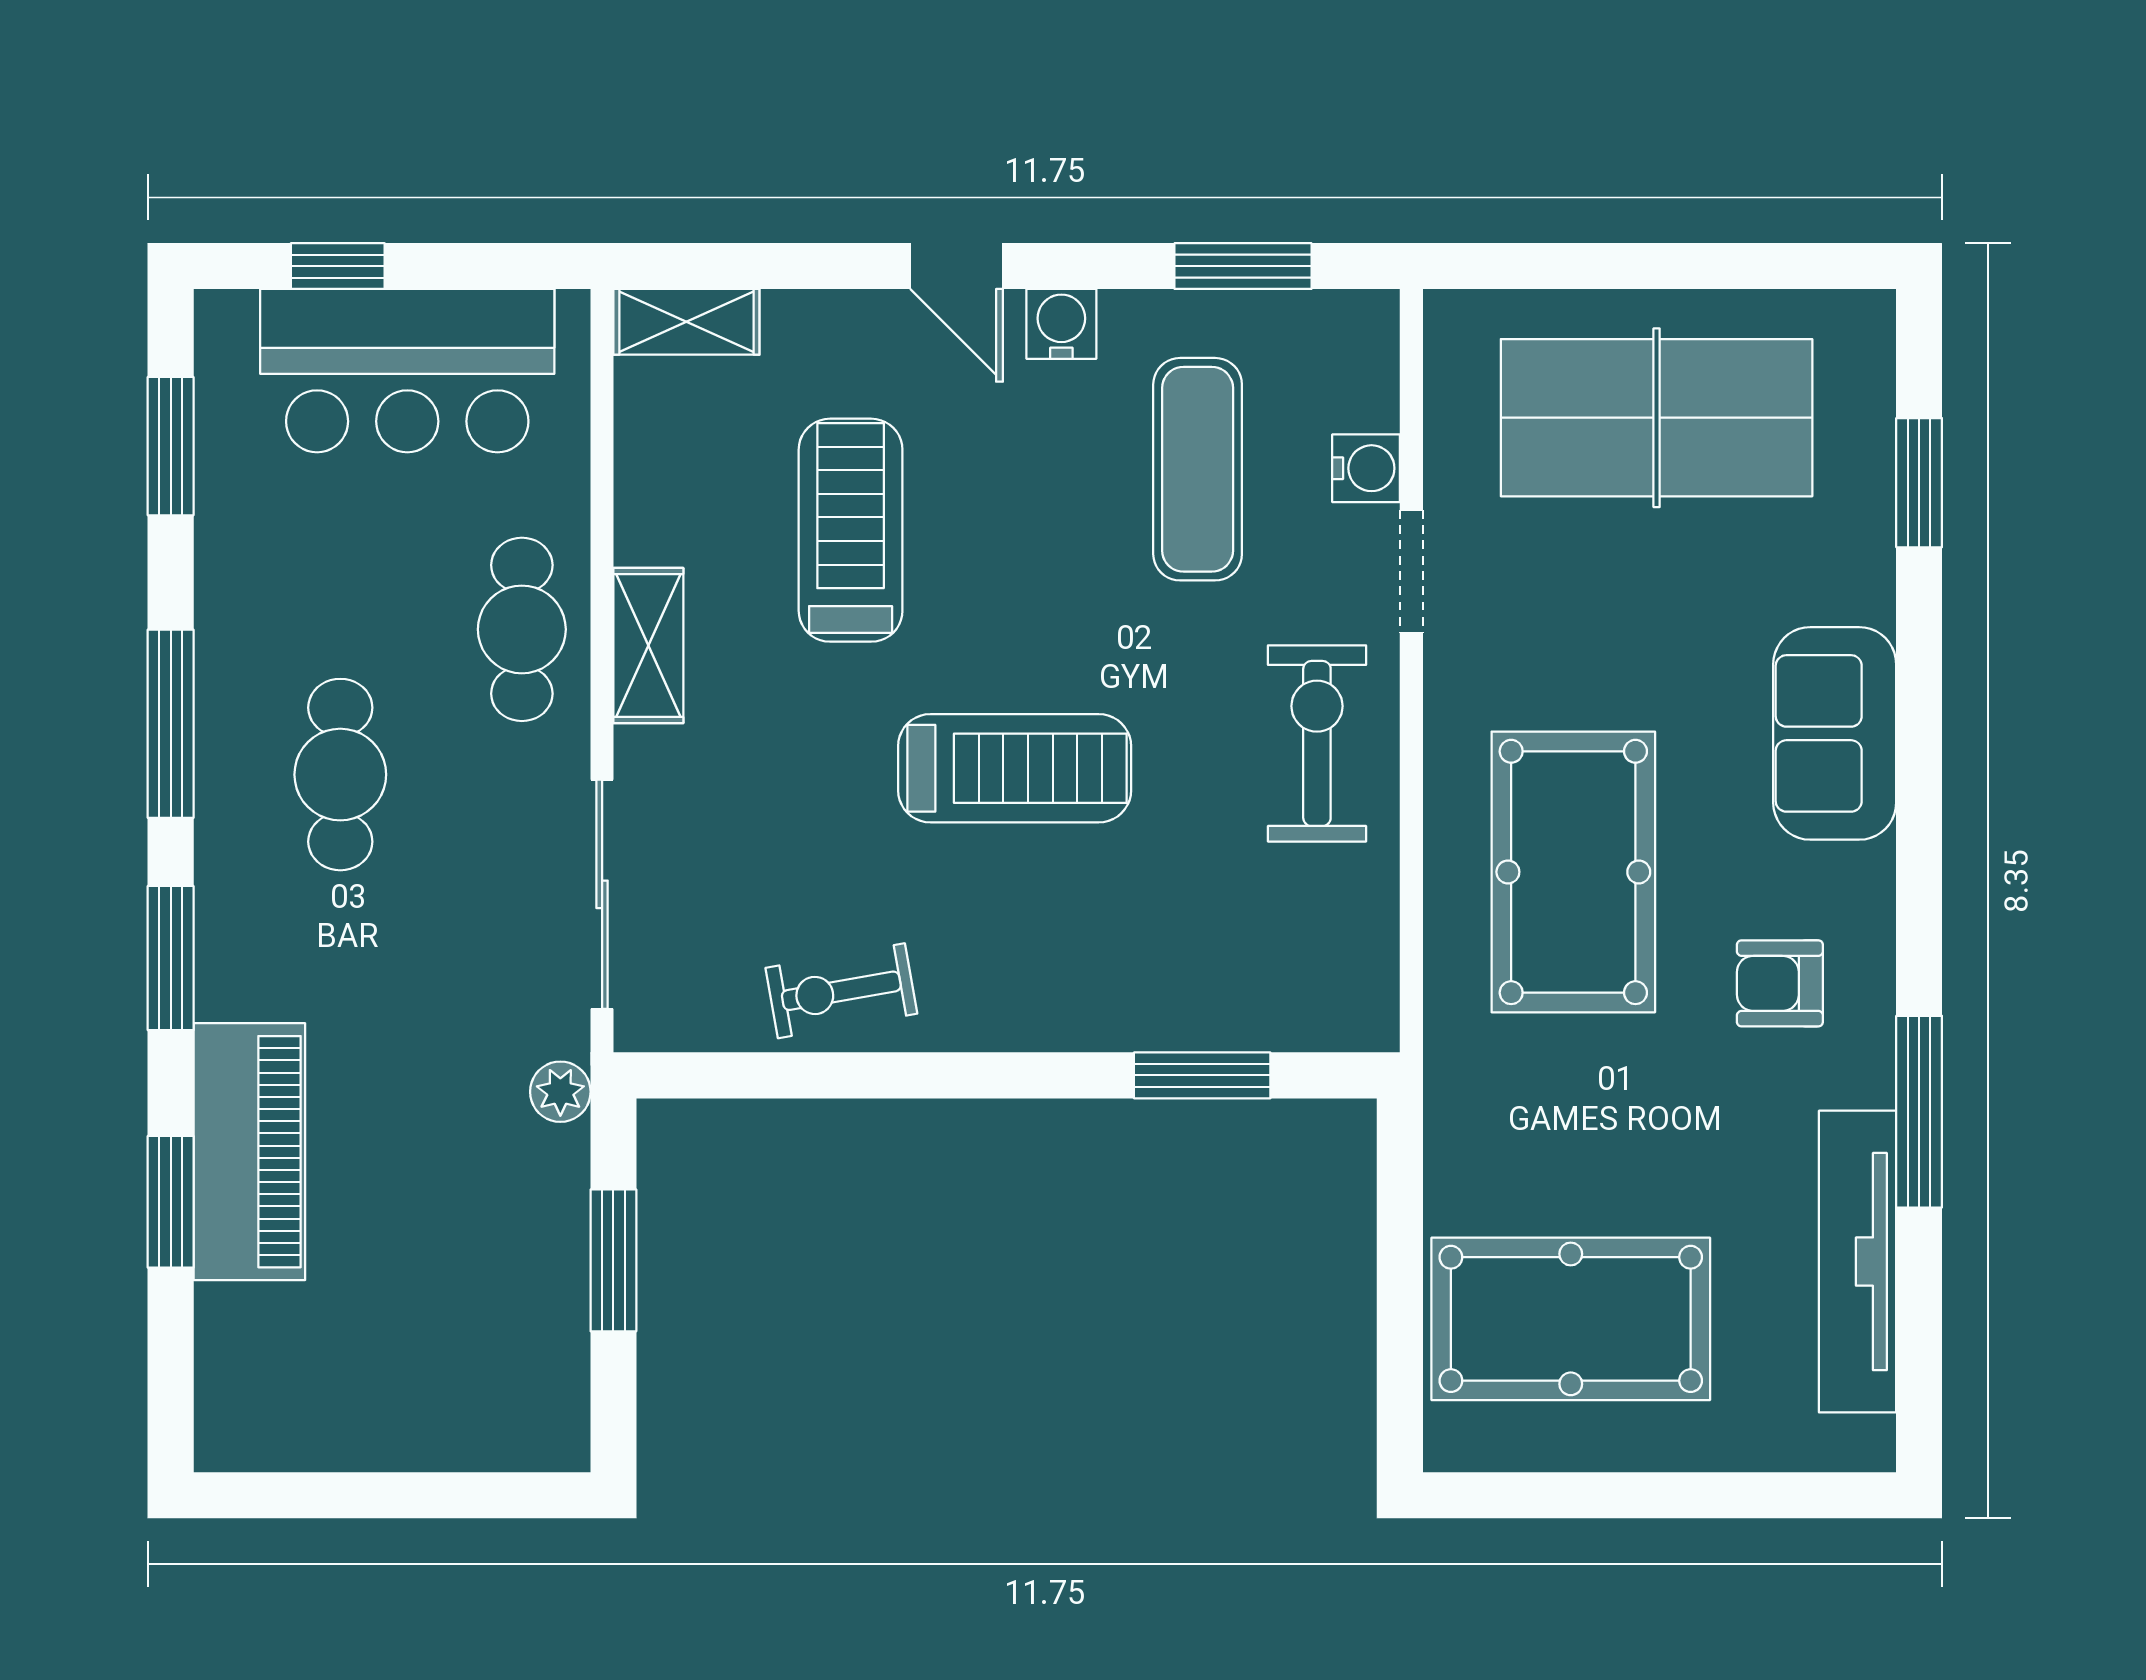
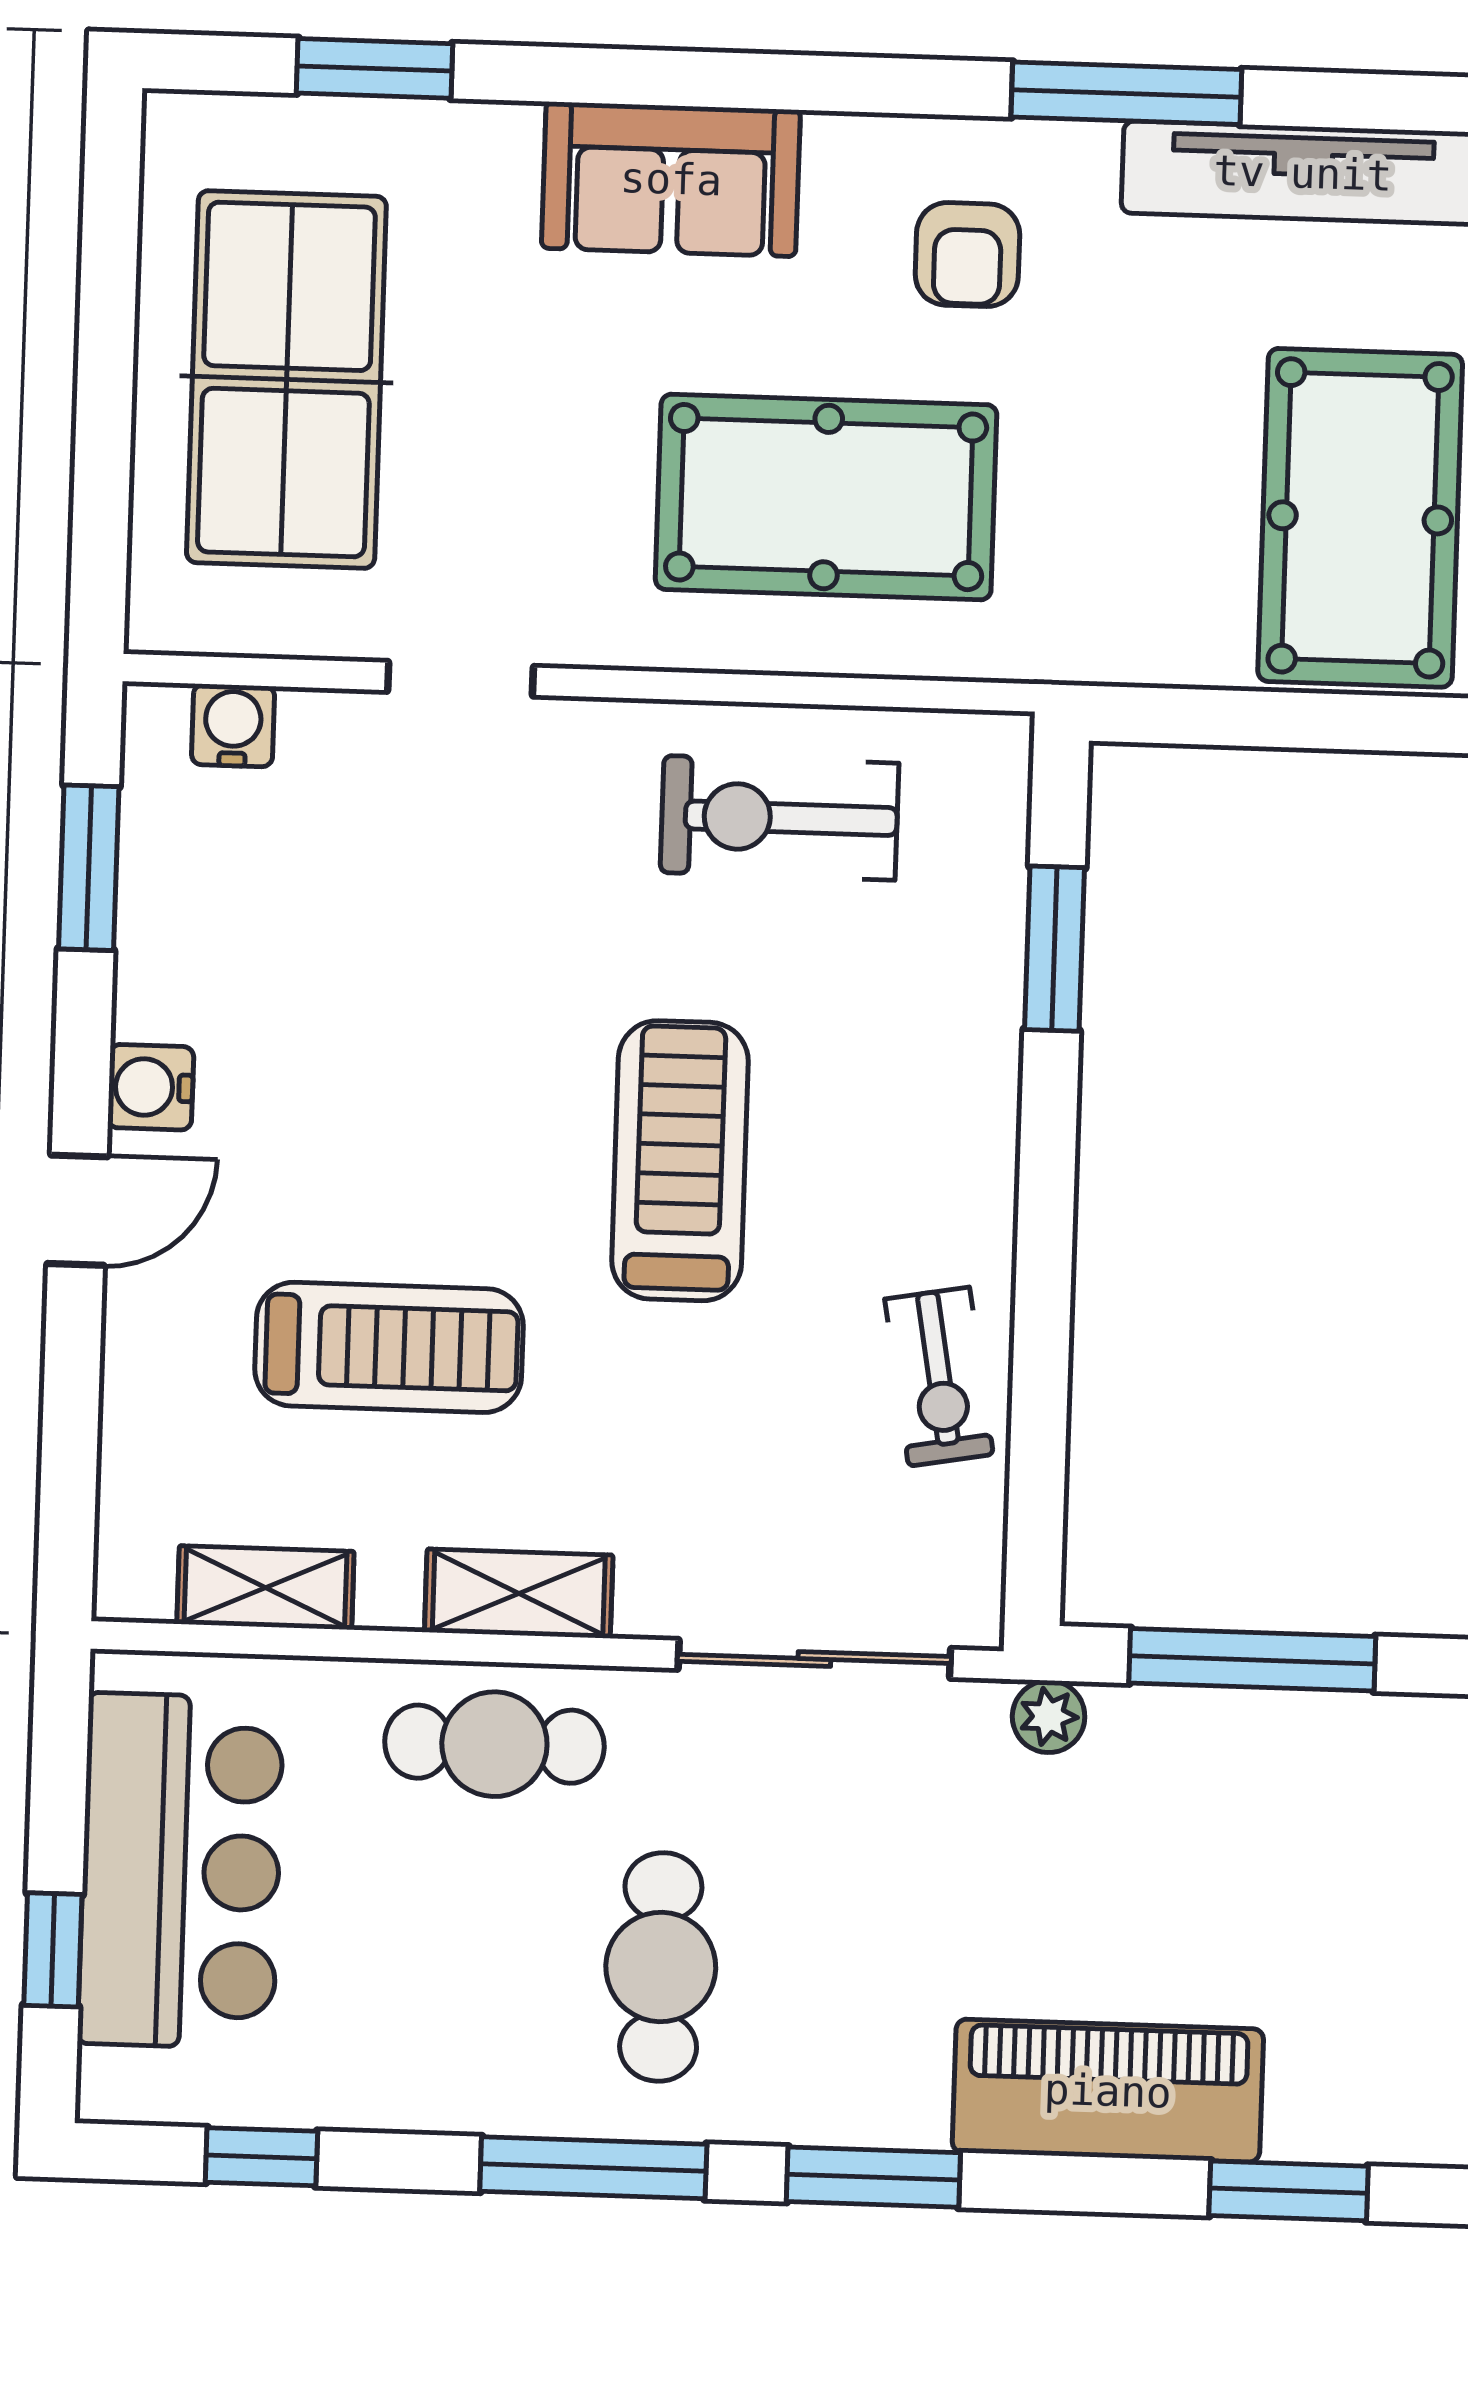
shelving: (686, 322) -> (265, 1588), moved, turned 90
window: (171, 446) -> (261, 2157), width x0.67
water cooler: (1366, 468) -> (233, 725), moved
exercise mat: (1198, 469) -> (330, 930), removed
treadmill: (851, 530) -> (389, 1347), turned 180
exercise bike: (1317, 743) -> (779, 818), moved
cafe table: (340, 775) -> (661, 1967), turned 90
window: (171, 1202) -> (1289, 2191), moved
window: (613, 1260) -> (1252, 1660), width x1.44

